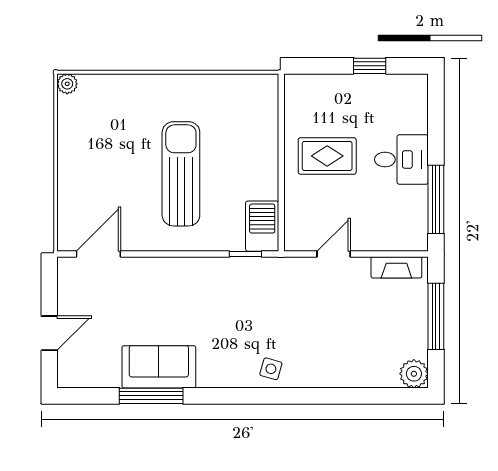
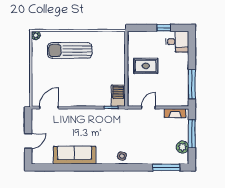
desk: (401, 159) -> (177, 42), moved
sun lounger: (181, 174) -> (70, 50), moved, turned -90
sofa: (159, 367) -> (75, 155), width x1.36
plant: (414, 374) -> (182, 147), moved
window: (151, 396) -> (166, 167), moved

